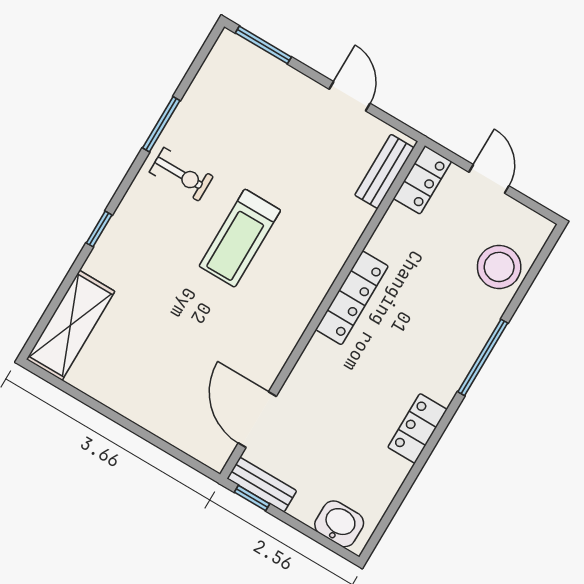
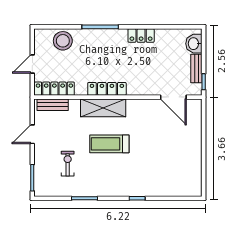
exercise bike: (181, 174) -> (68, 164), moved
locker: (422, 180) -> (54, 89), width x1.53
treadmill: (240, 238) -> (109, 144), turned 180
shelving: (71, 325) -> (103, 108), moved
door: (257, 420) -> (173, 97), hinge flipped
bench: (262, 485) -> (196, 69), moved

